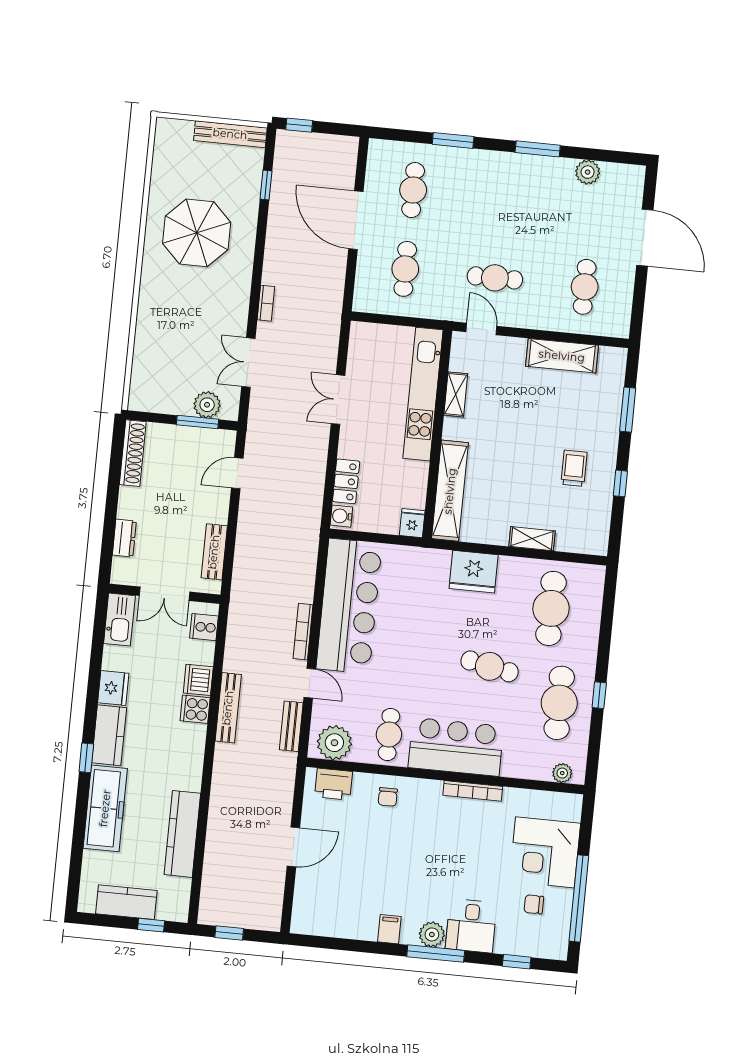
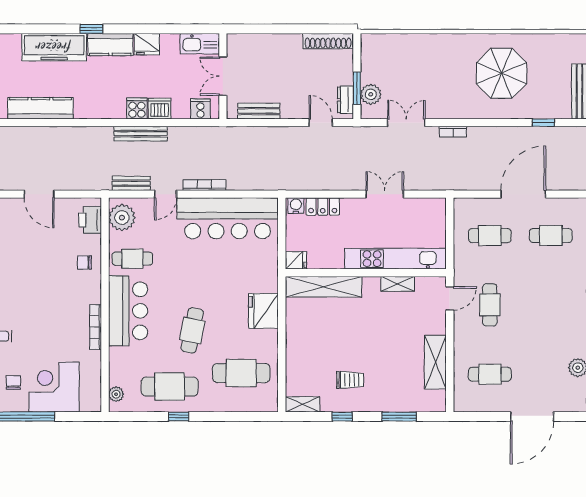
dresser: (124, 538) -> (345, 100), moved, turned 90
shelving: (532, 539) -> (303, 404), moved, turned 90

